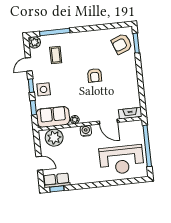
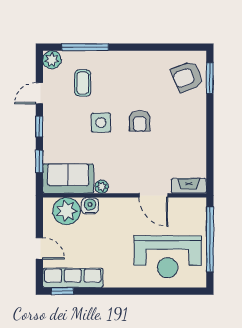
side table: (44, 89) -> (101, 123), moved
water cooler: (86, 131) -> (90, 206), moved
row of seats: (56, 180) -> (73, 278), width x1.48

